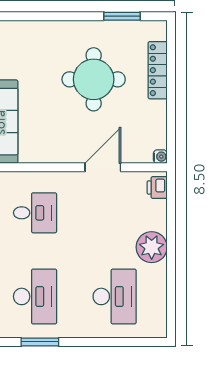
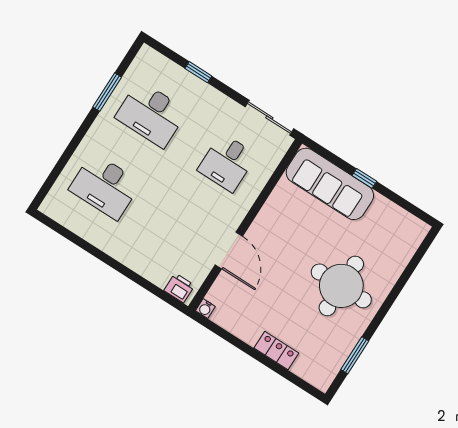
locker: (158, 70) -> (276, 351), width x0.66
round table: (94, 79) -> (341, 286), moved
plant: (152, 247) -> (128, 248), removed

